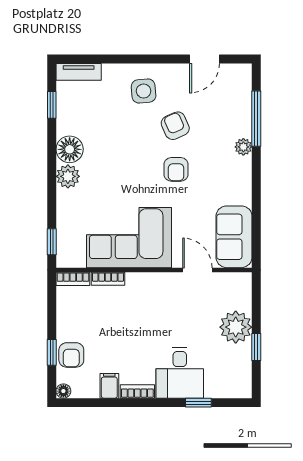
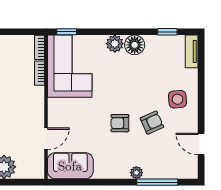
corner sofa: (129, 238) -> (70, 66), moved

